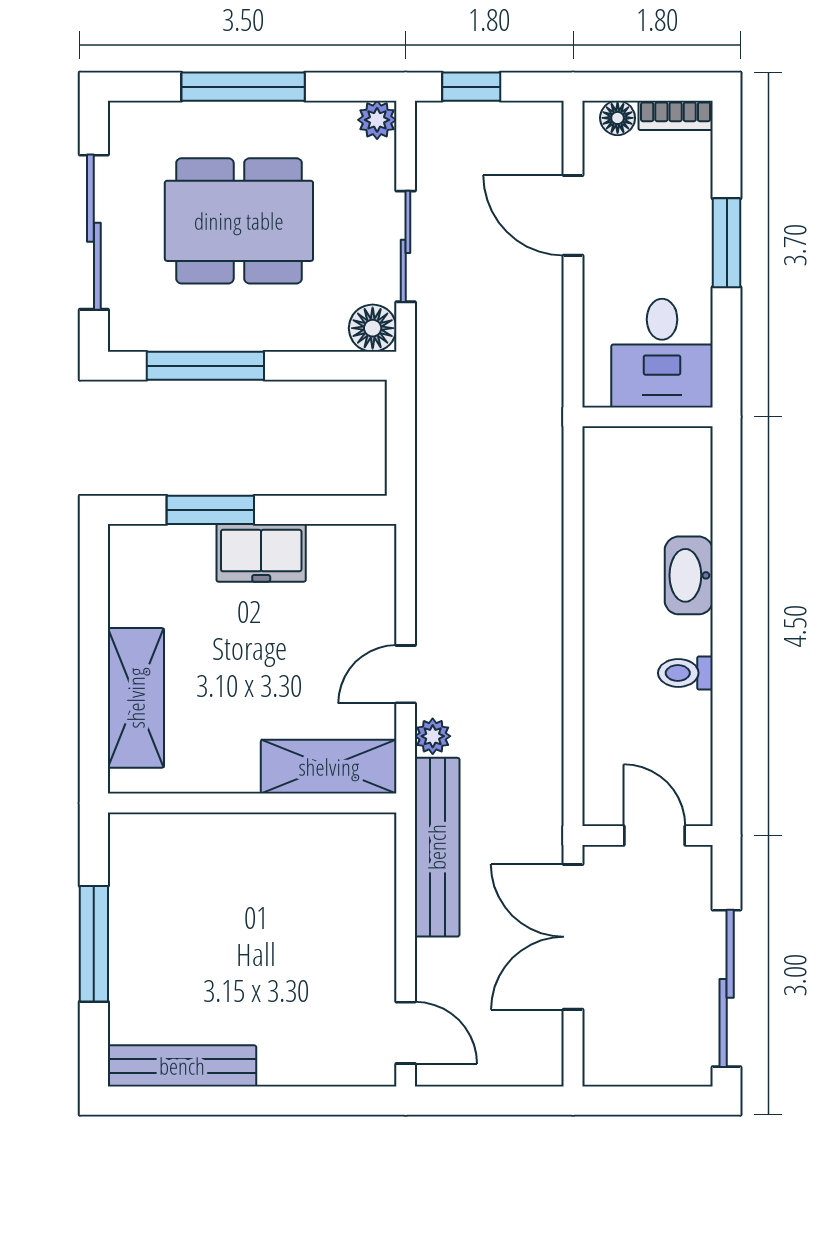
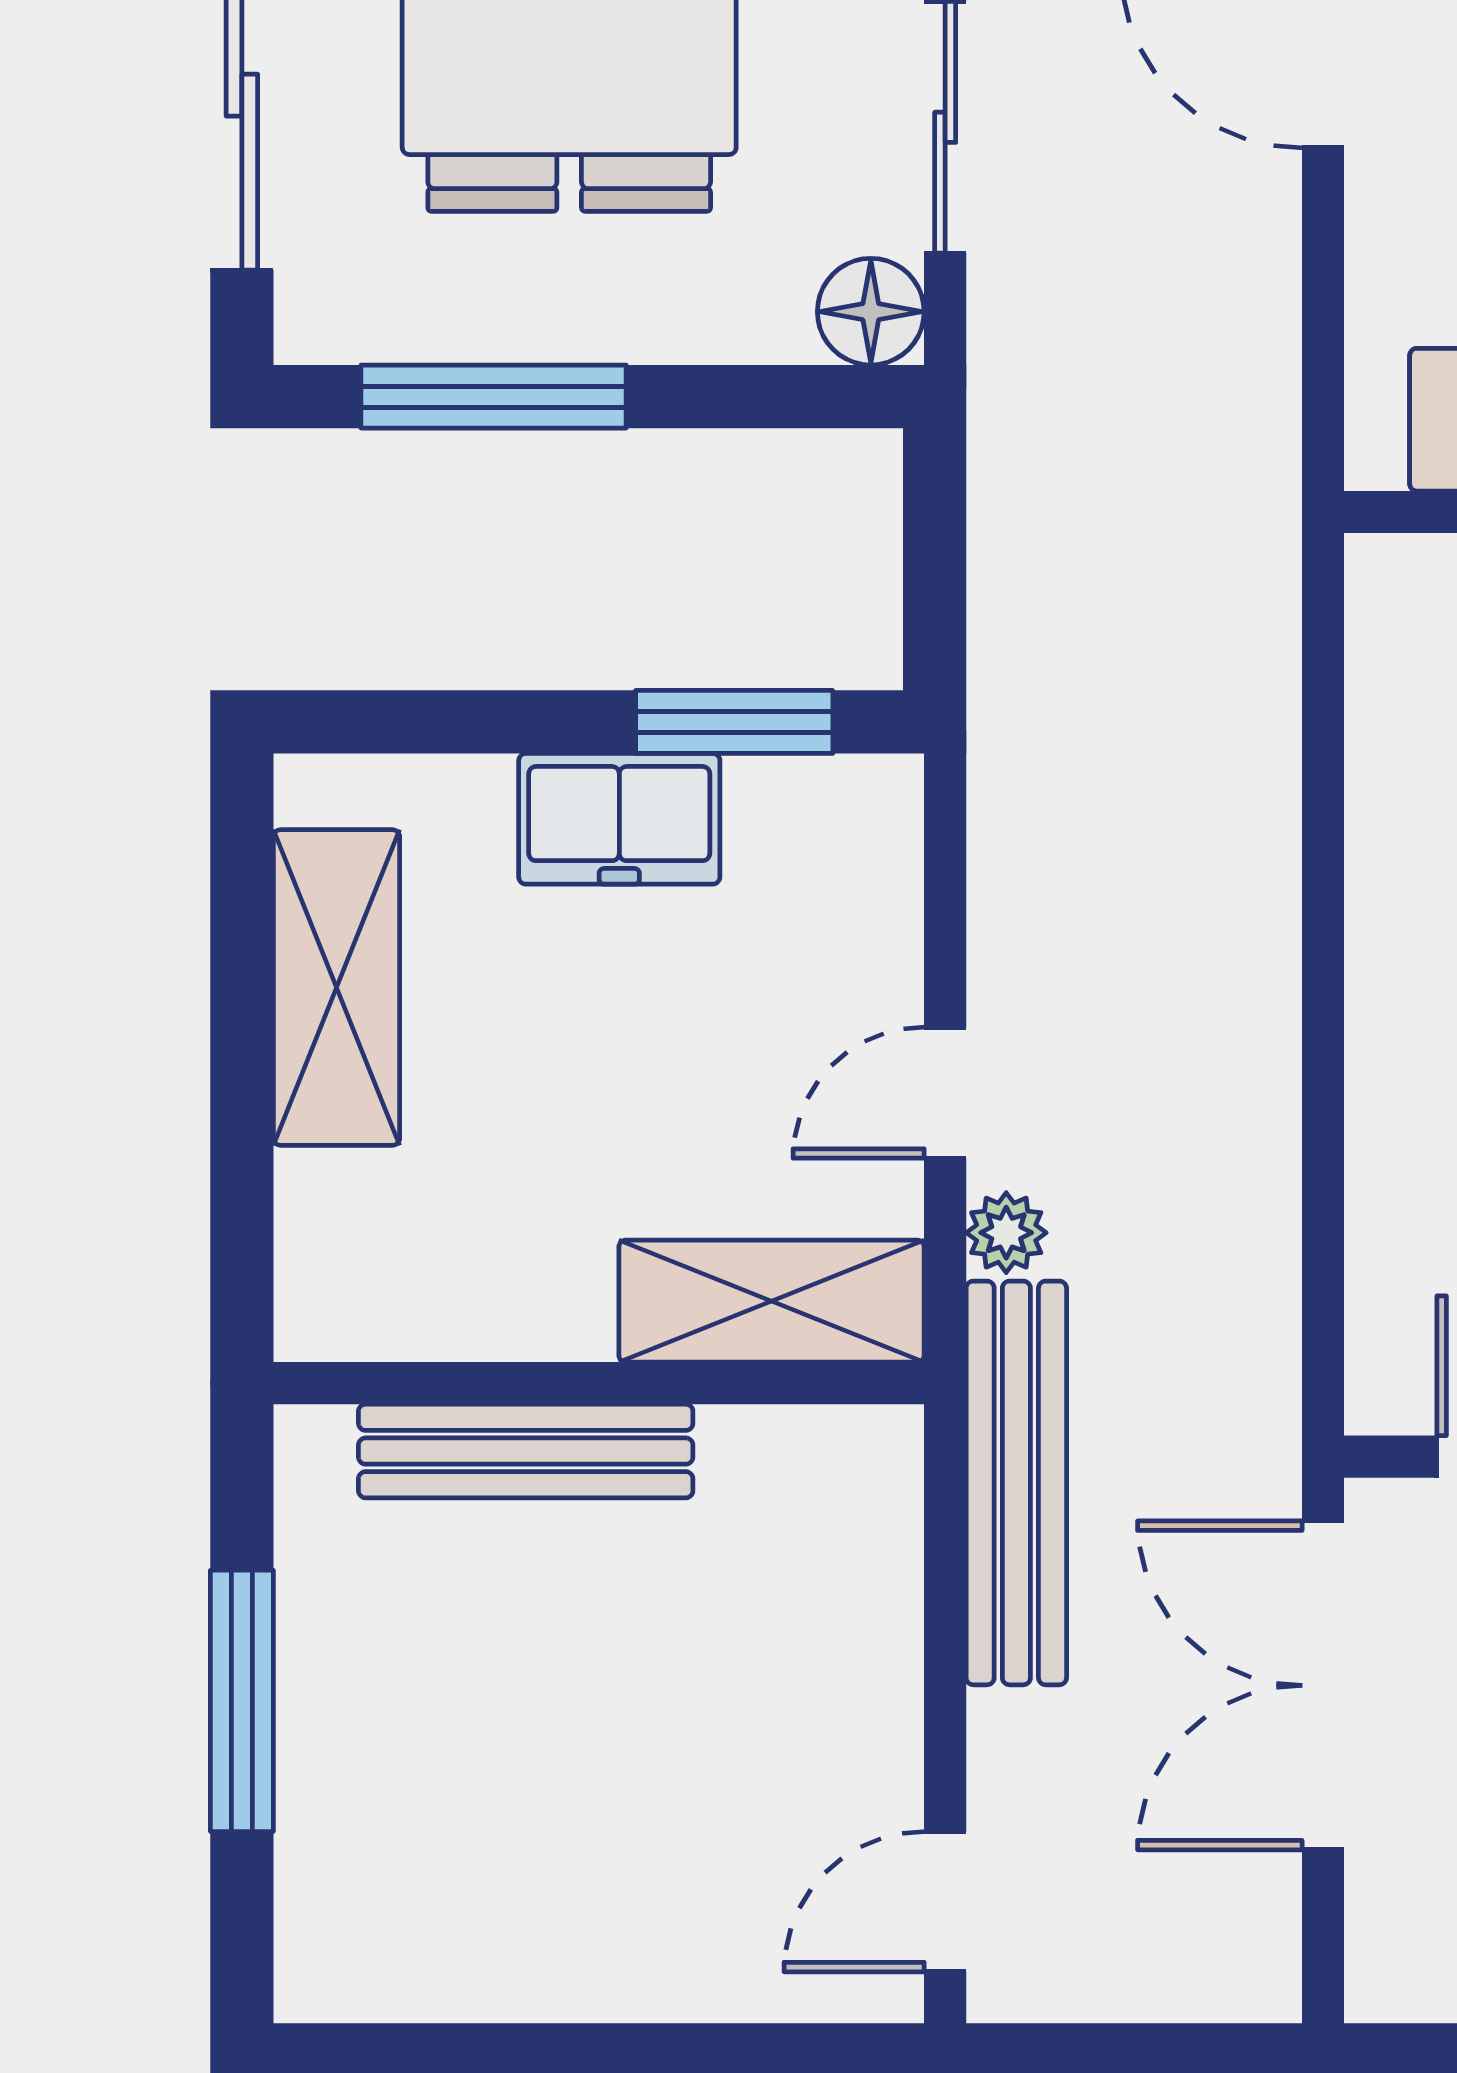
window: (210, 510) -> (734, 722), moved
shelving: (136, 698) -> (336, 987), moved
door: (406, 1033) -> (945, 1902), swing flipped
bench: (182, 1066) -> (526, 1451), moved

